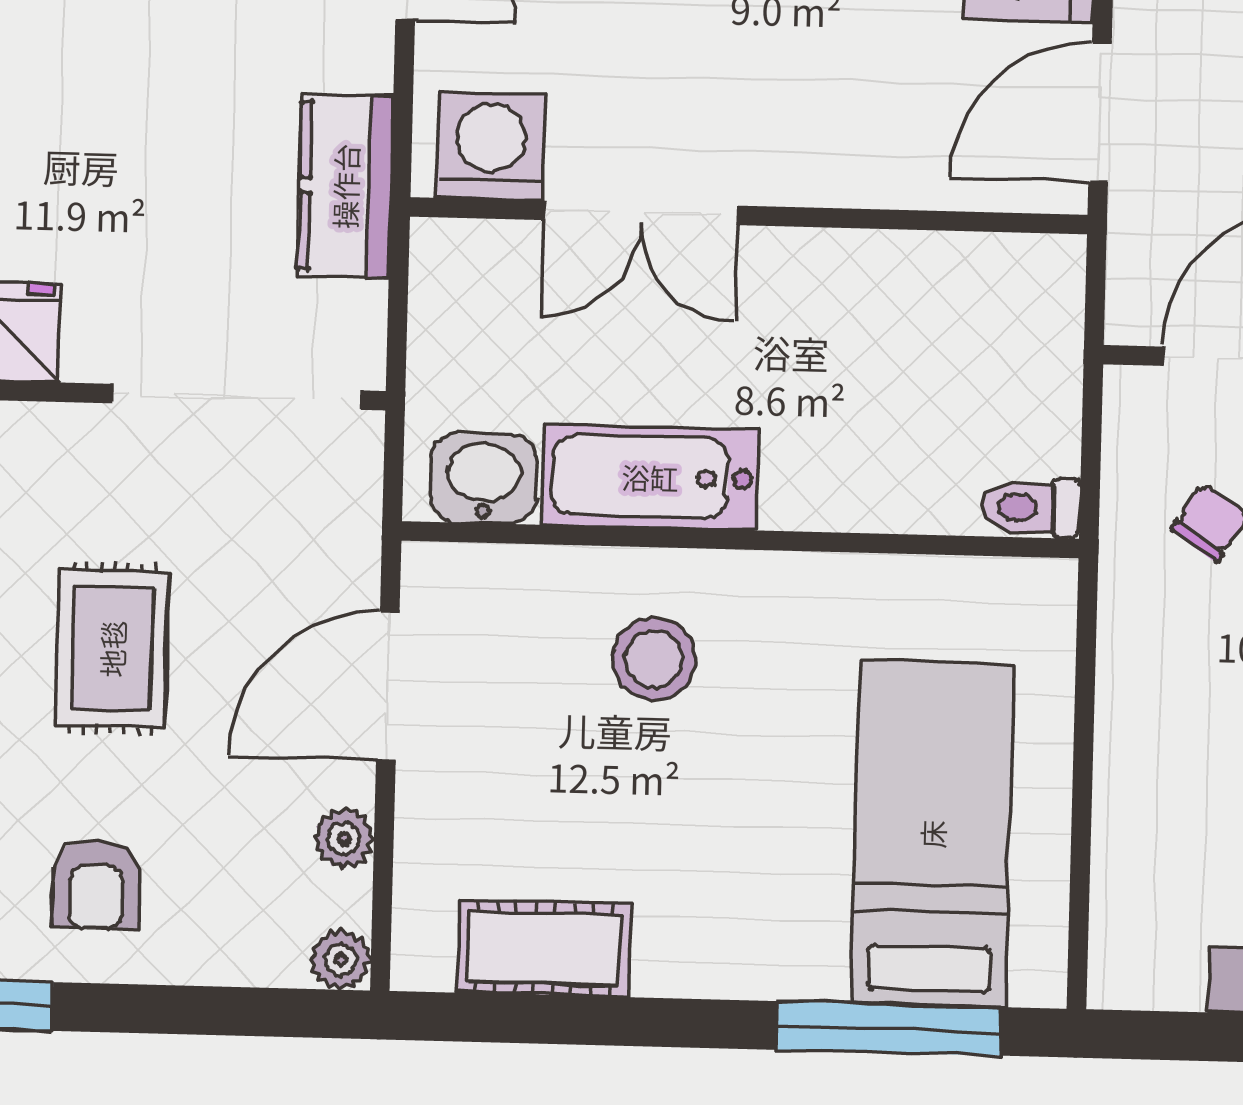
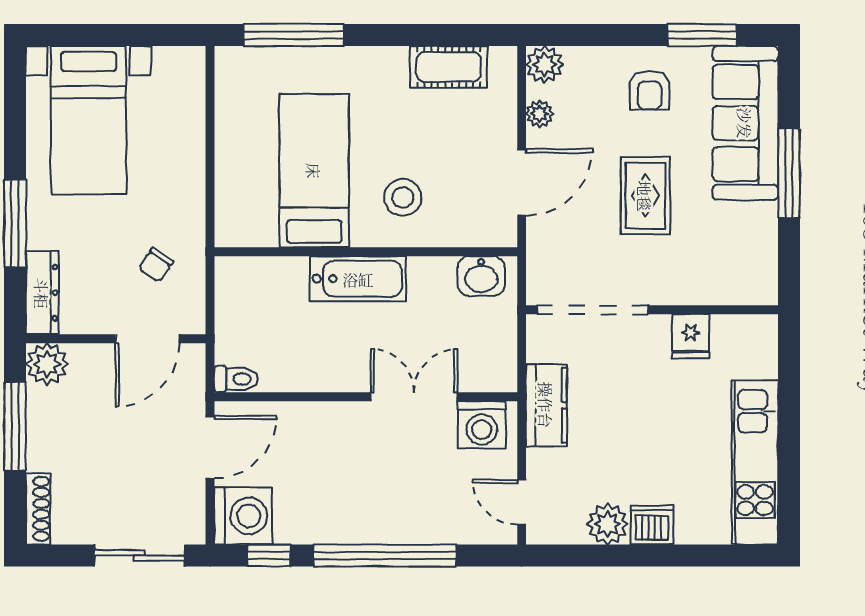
bathtub: (650, 477) -> (358, 279), moved
toilet: (1031, 508) -> (236, 379), moved
bed: (932, 834) -> (314, 171), moved, turned 180
armchair: (96, 885) -> (650, 90), turned 180
plant: (341, 960) -> (545, 65), width x1.38, depth x1.38

